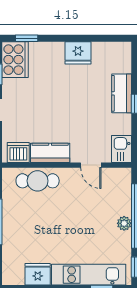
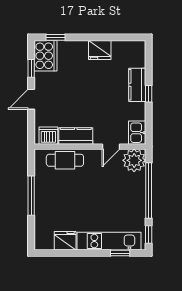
door: (91, 165) -> (111, 147), hinge flipped
plant: (124, 223) -> (134, 160), moved, width x1.87, depth x1.87

